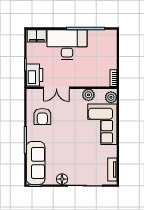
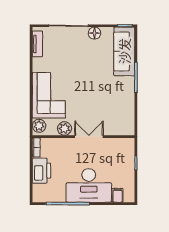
filing cabinet: (37, 36) -> (118, 195), width x0.50
printer: (34, 75) -> (41, 171), moved, turned 180
double door: (56, 88) -> (89, 137), moved
armchair: (42, 116) -> (117, 104), removed

